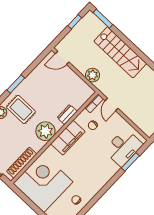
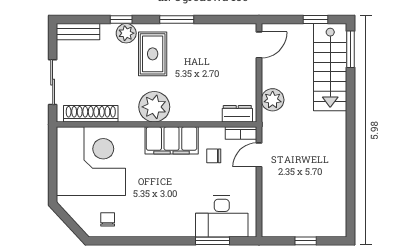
stairs: (120, 52) -> (330, 67), moved
door: (62, 58) -> (259, 45), swing flipped
dresser: (67, 114) -> (237, 114), moved

